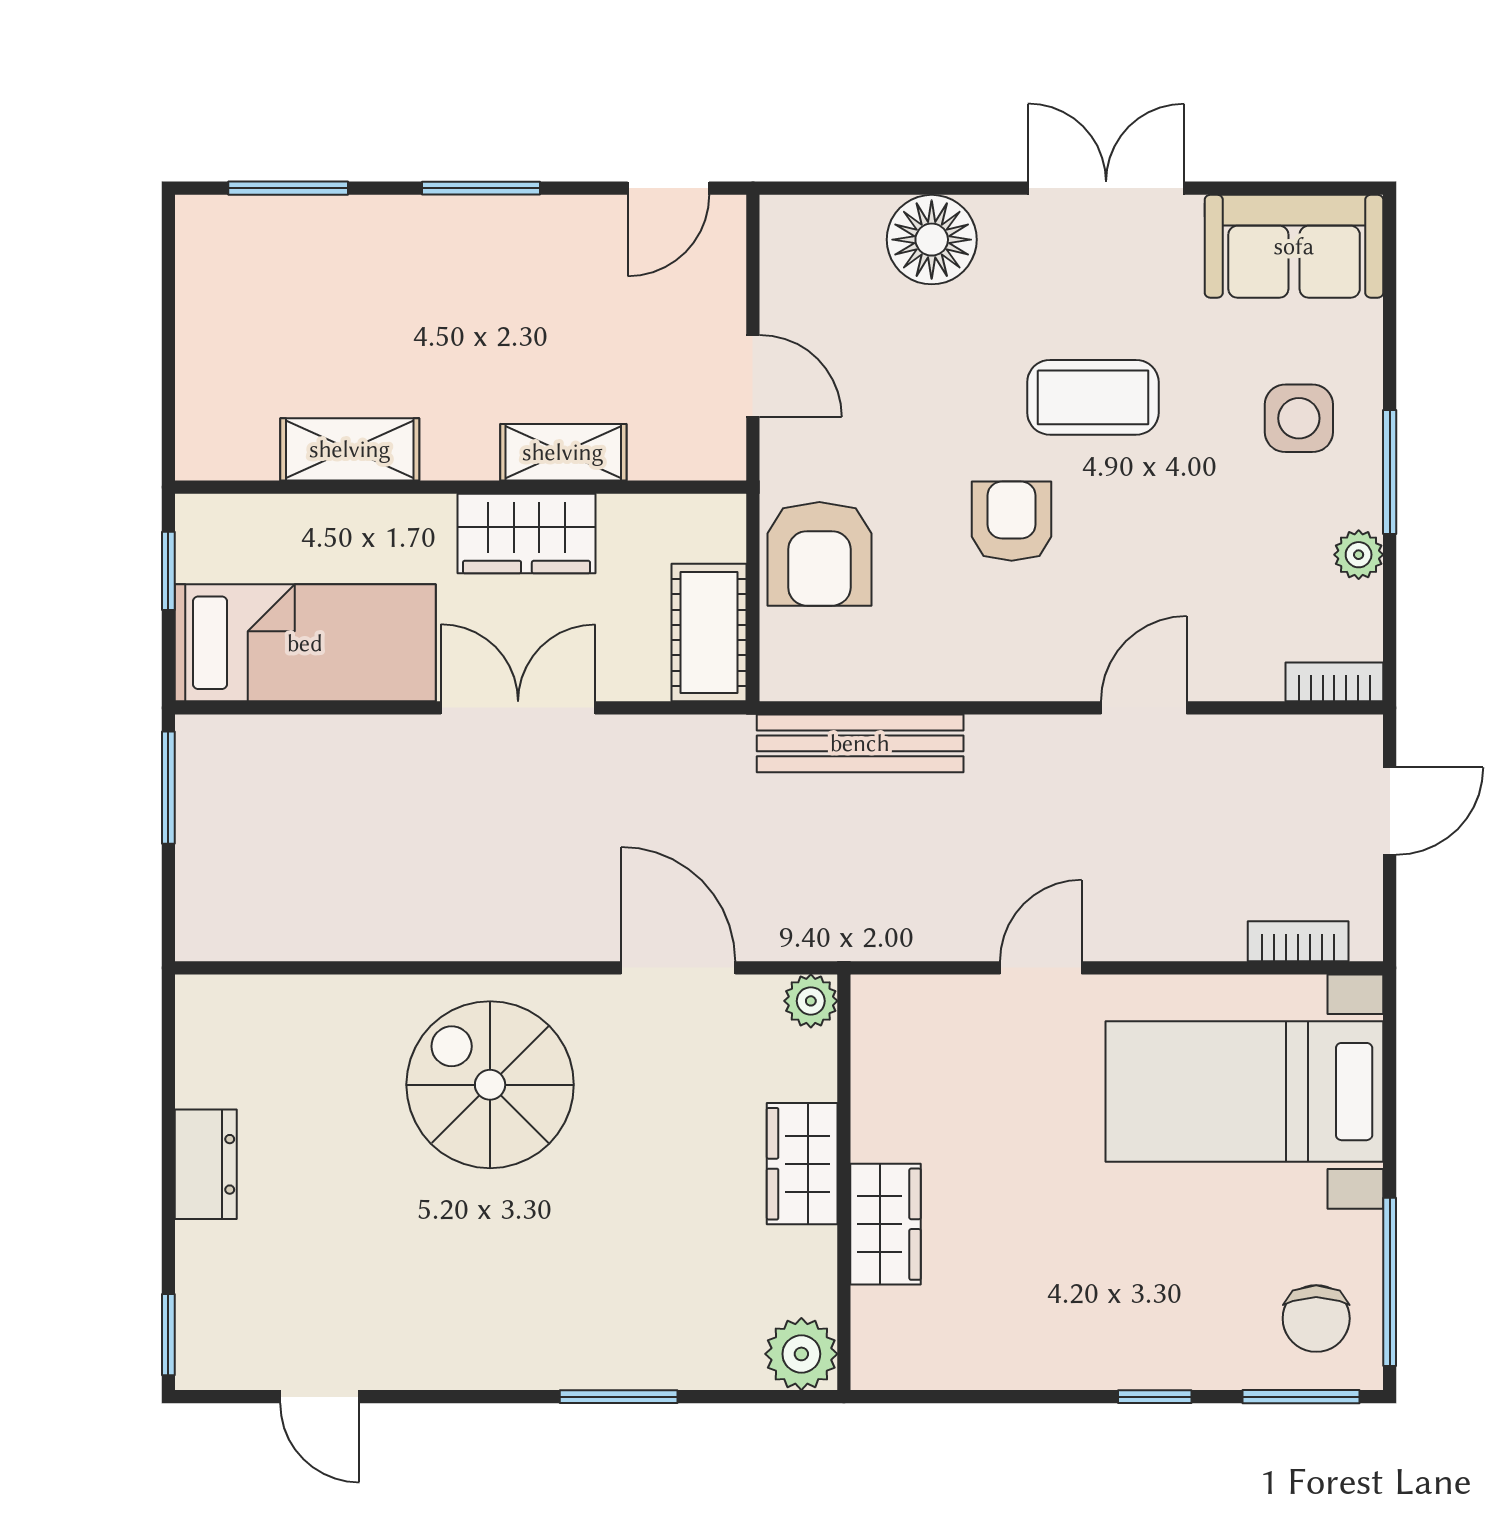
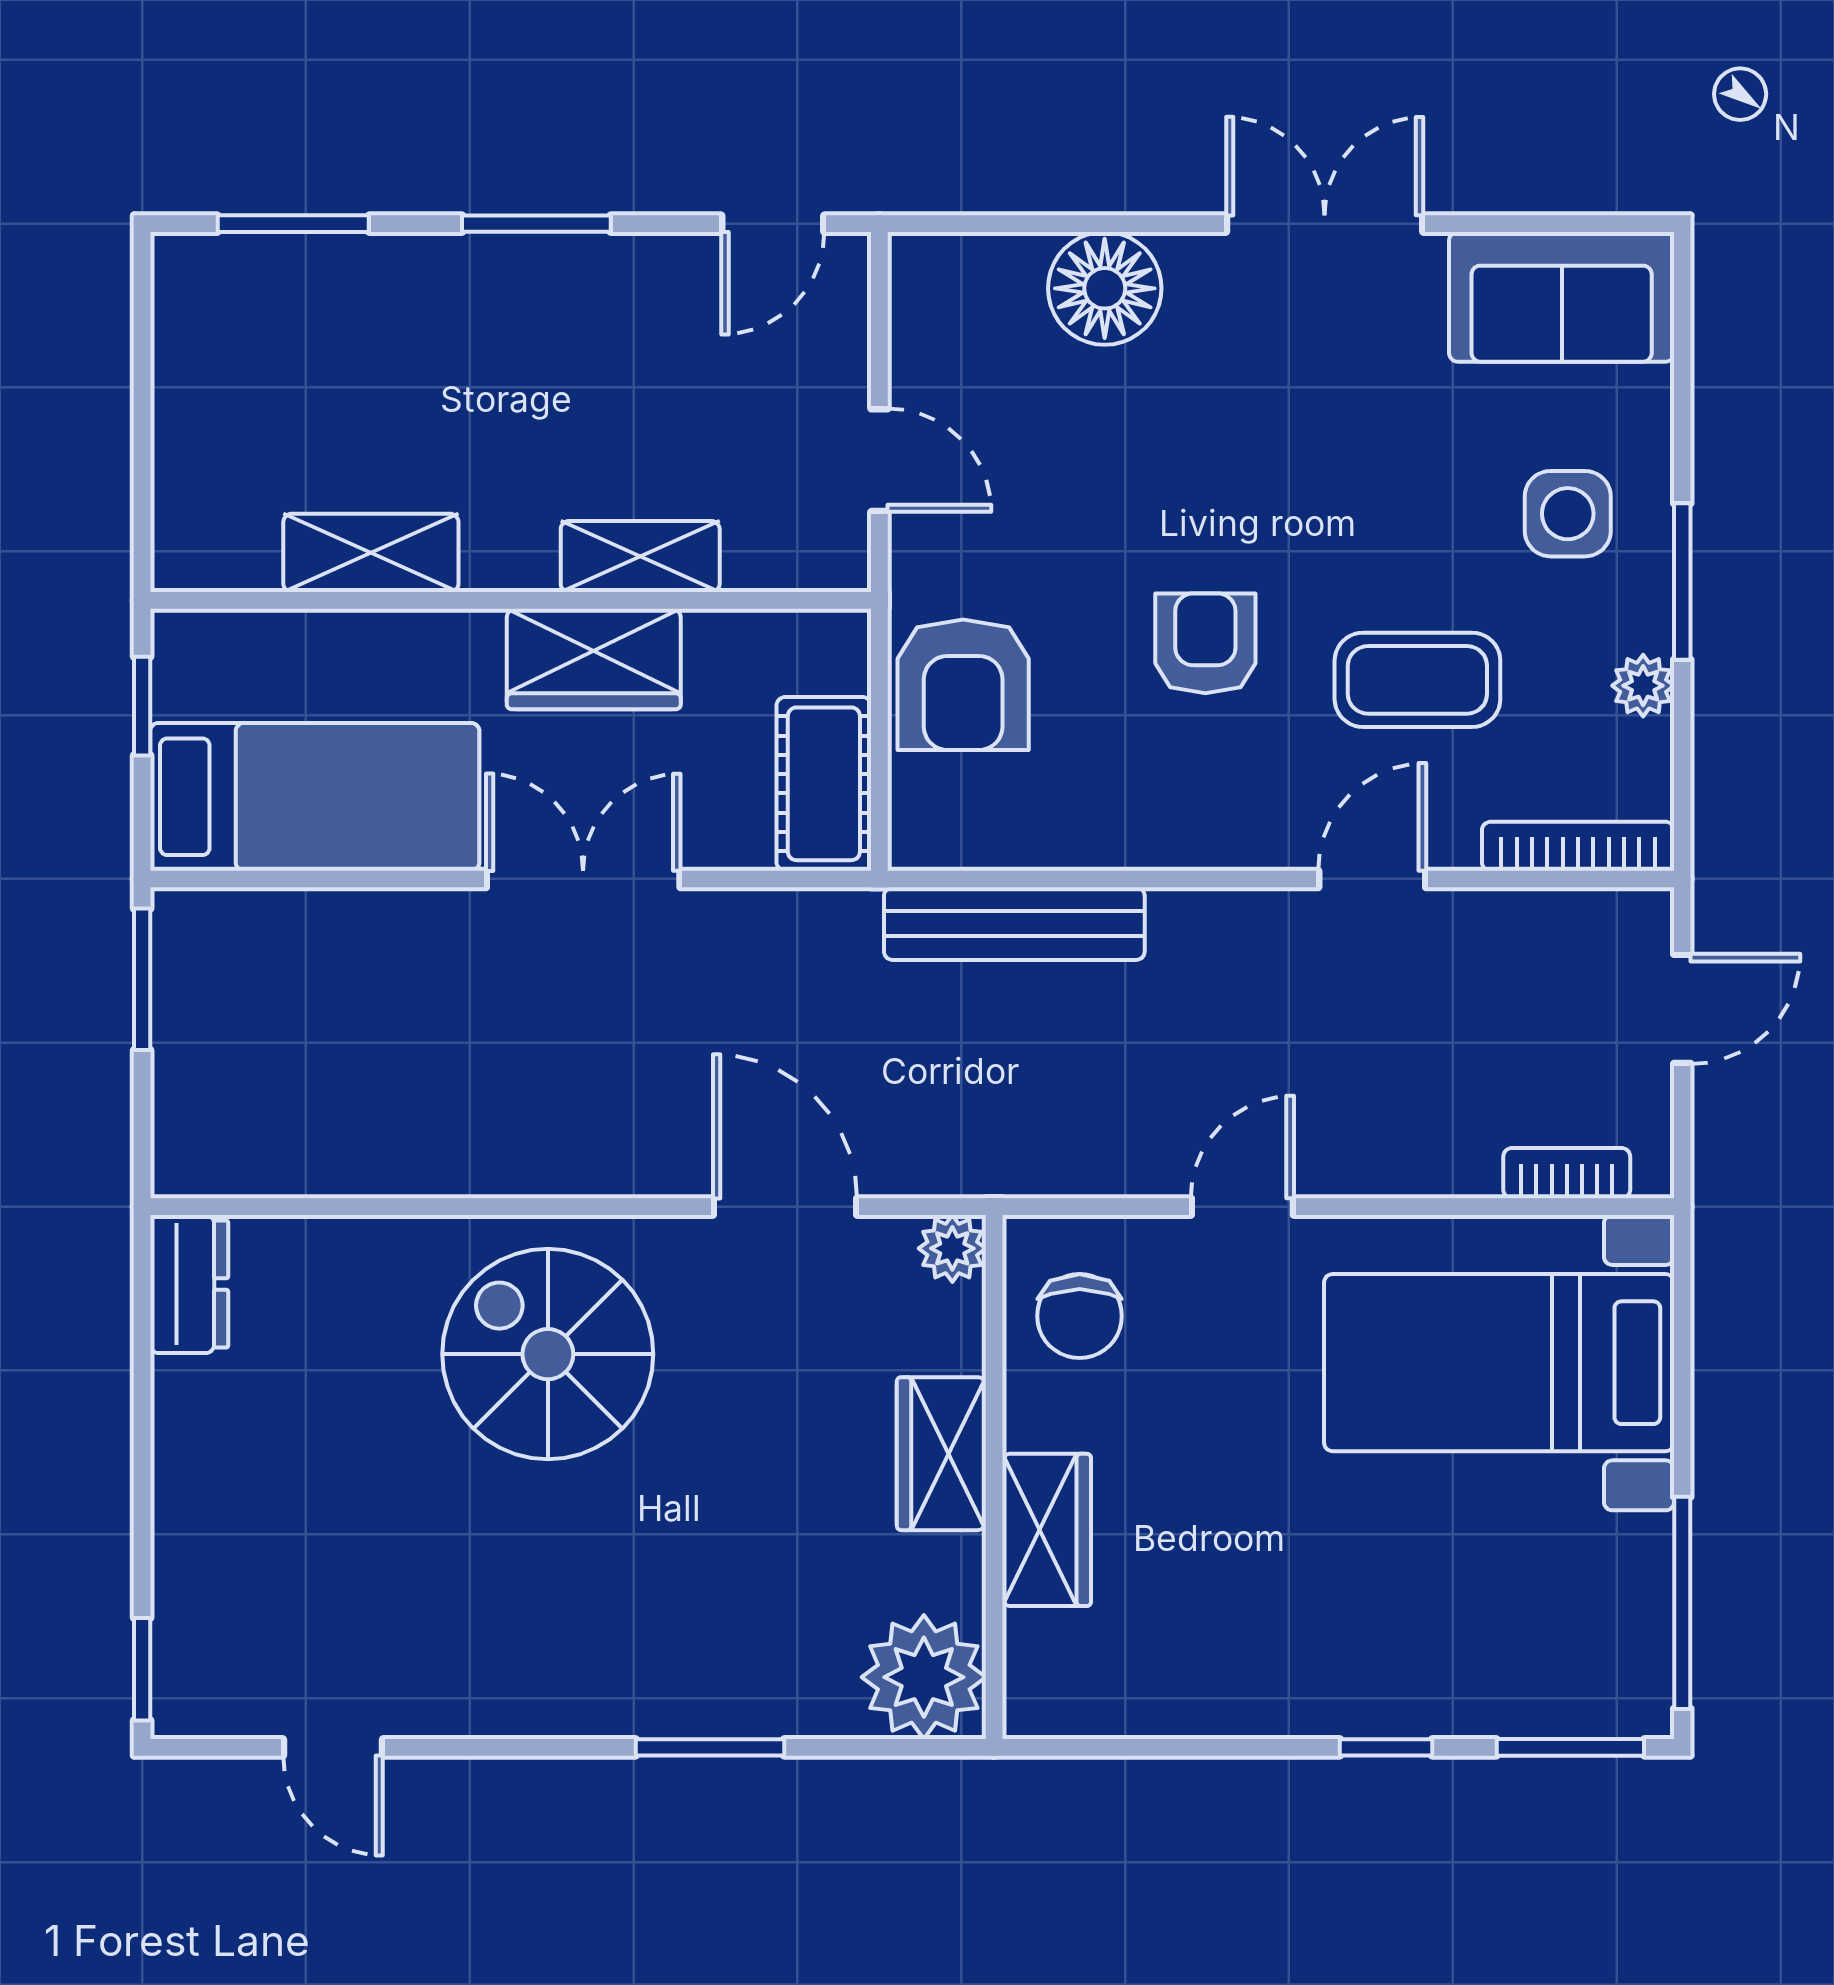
coffee table: (1093, 397) -> (1417, 680), moved
bookcase: (1334, 682) -> (1578, 846), width x1.56
dresser: (206, 1164) -> (189, 1284), moved
chair: (1316, 1319) -> (1080, 1316), moved
plant: (801, 1354) -> (924, 1677), width x1.36, depth x1.36

